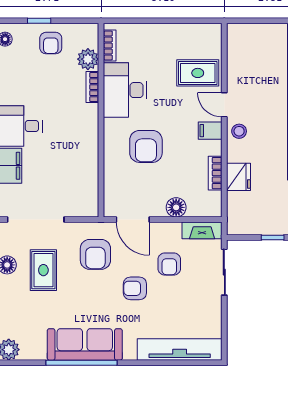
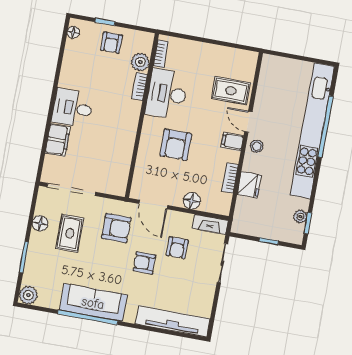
armchair: (95, 254) -> (116, 228), turned -90

